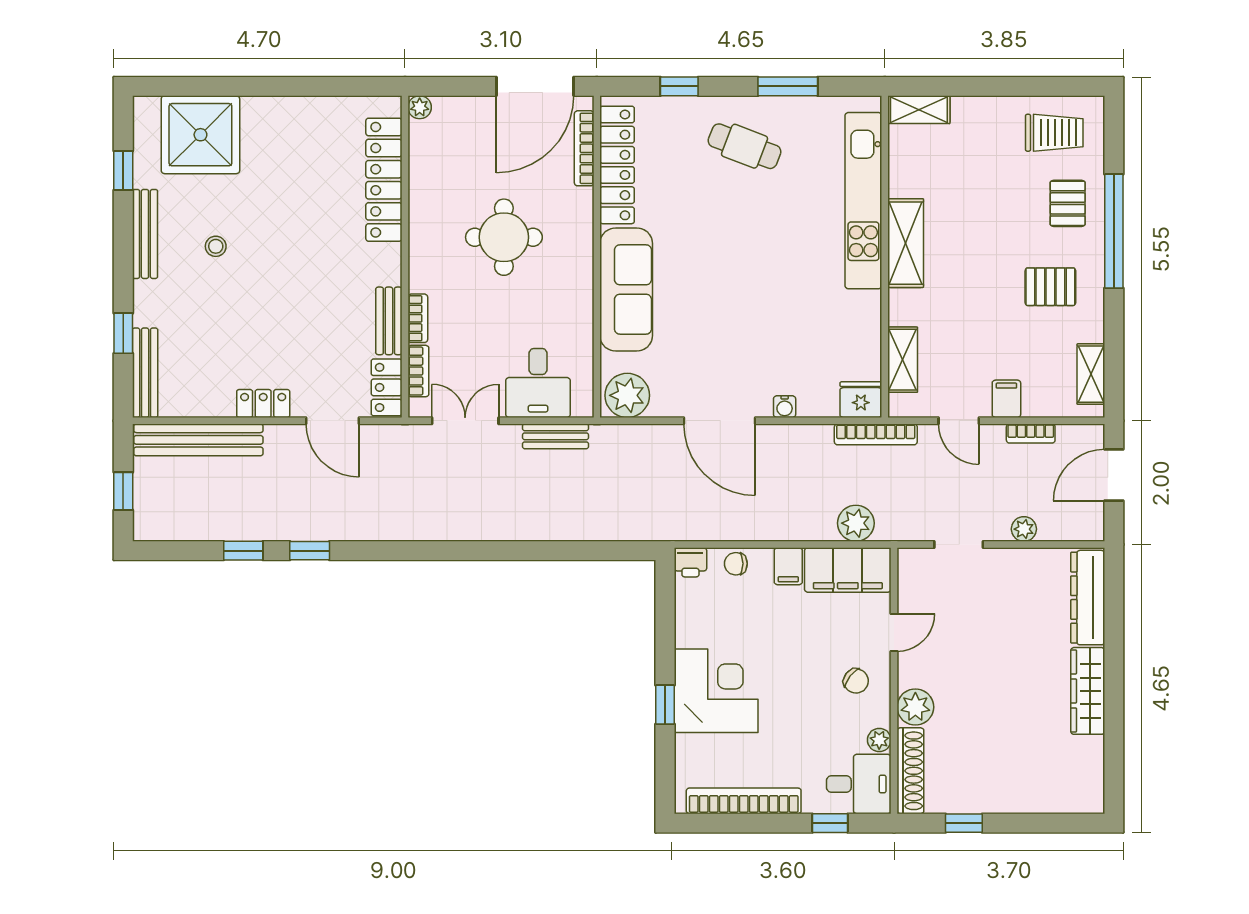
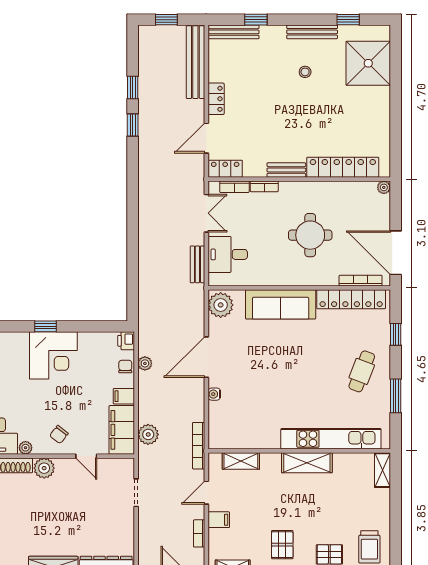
bench: (389, 321) -> (286, 170), moved
fridge: (861, 400) -> (218, 437), removed
plant: (1024, 529) -> (145, 363), moved

